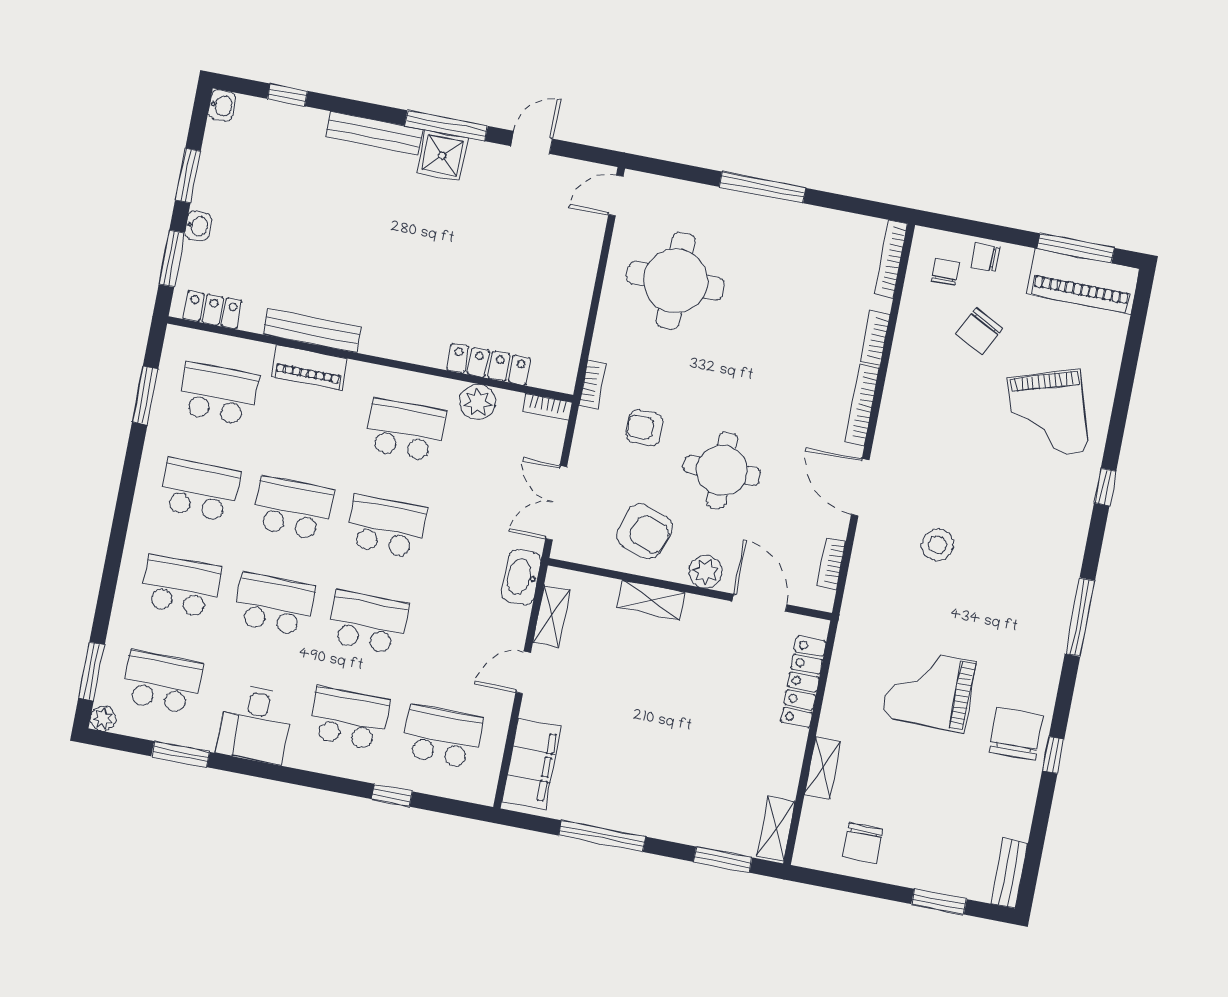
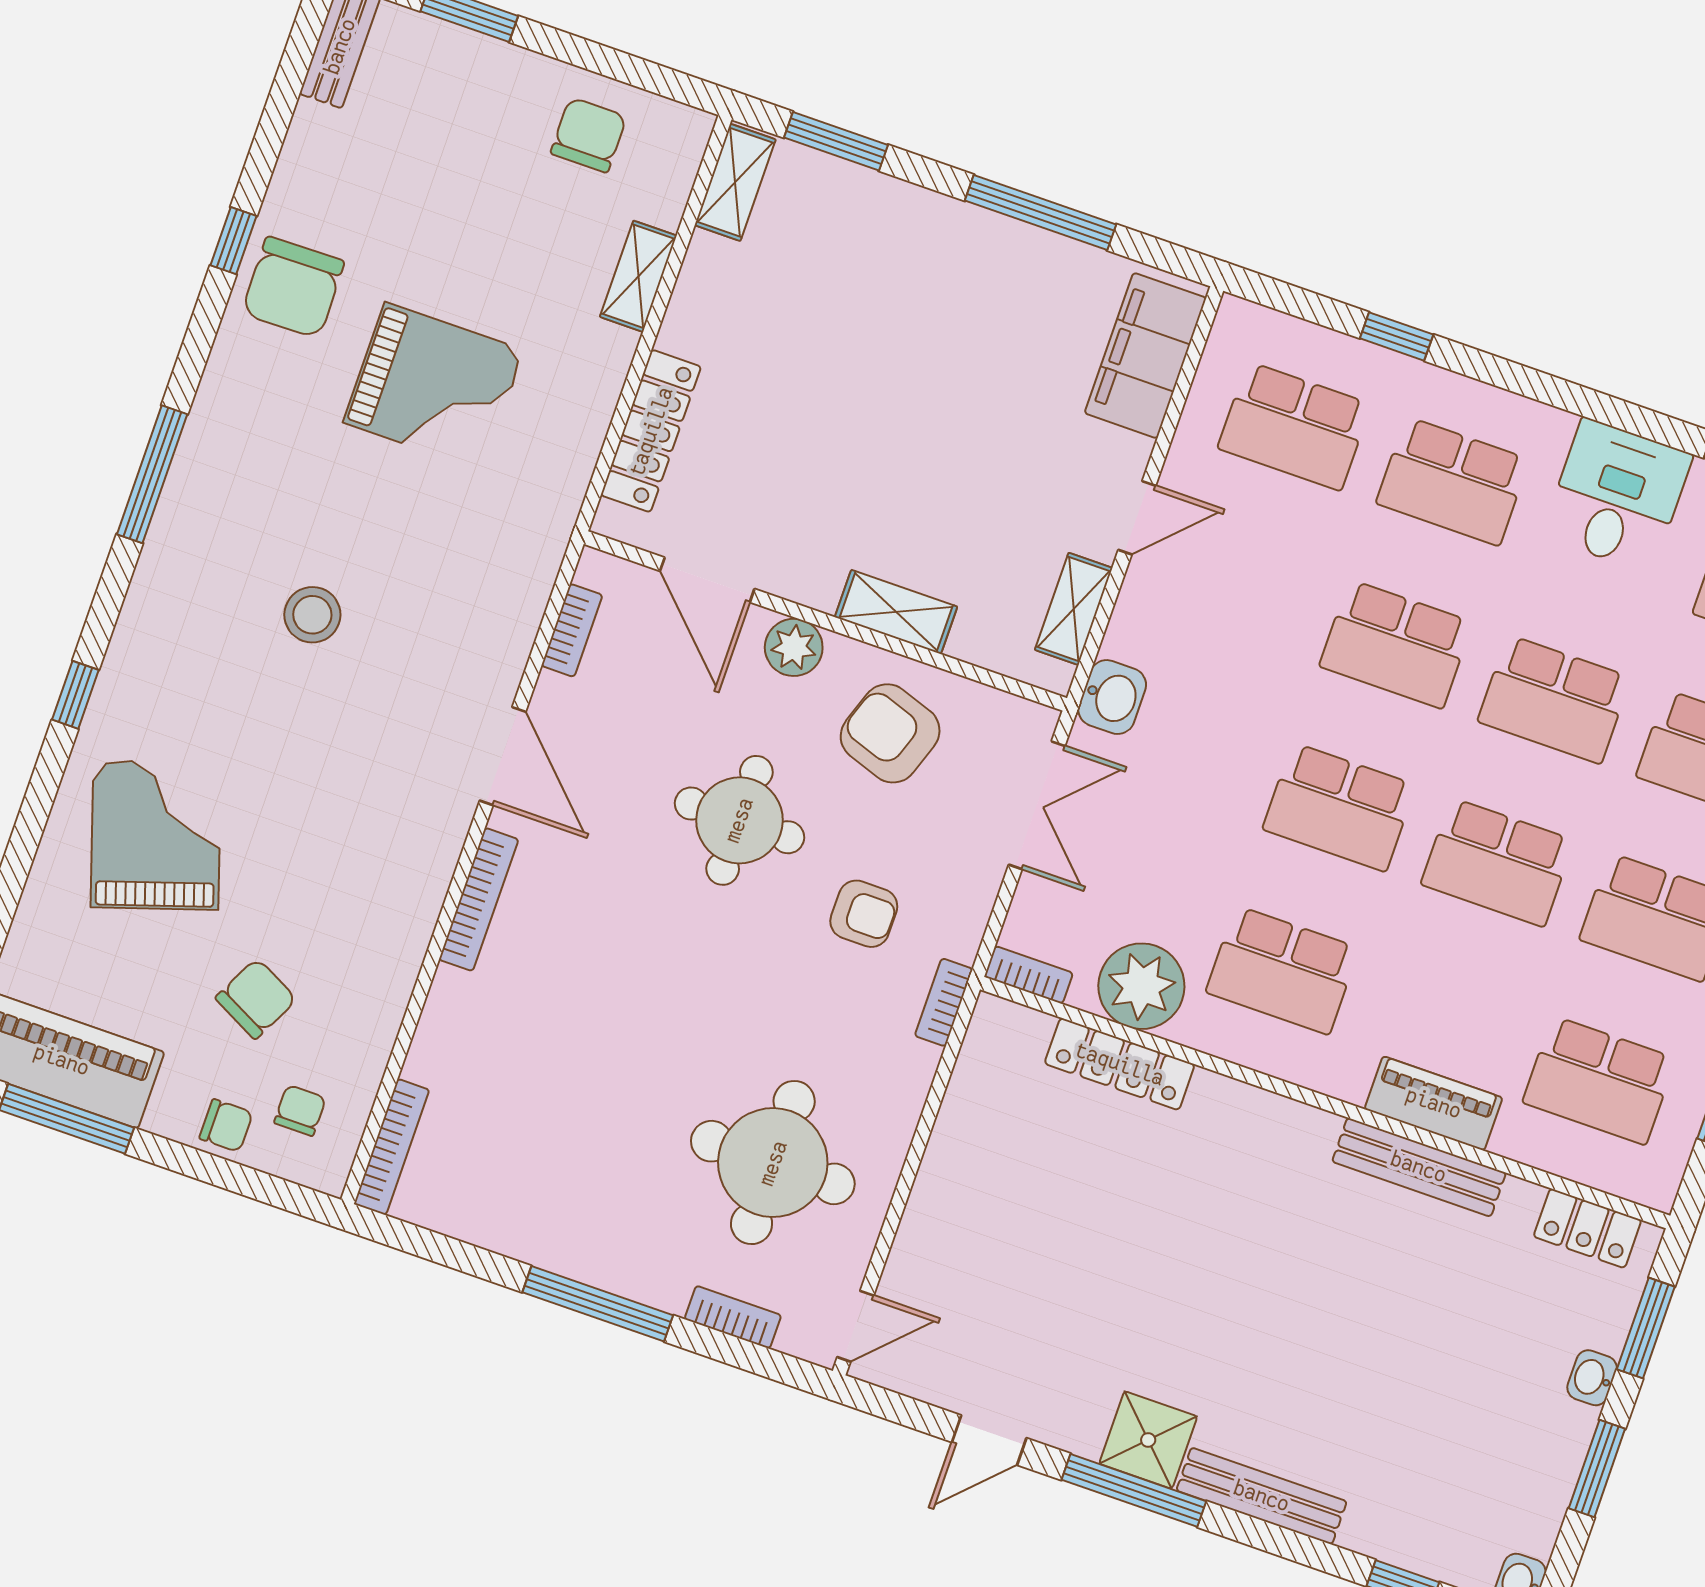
chair: (945, 272) -> (300, 1110), turned 180
bookcase: (875, 338) -> (733, 1317), moved, turned -90
plant: (478, 402) -> (1141, 986), width x1.36, depth x1.36
stool: (938, 545) -> (312, 615), moved
washbasin: (521, 577) -> (1112, 697), width x0.72

